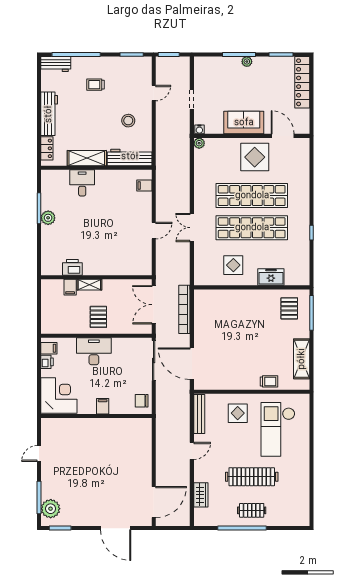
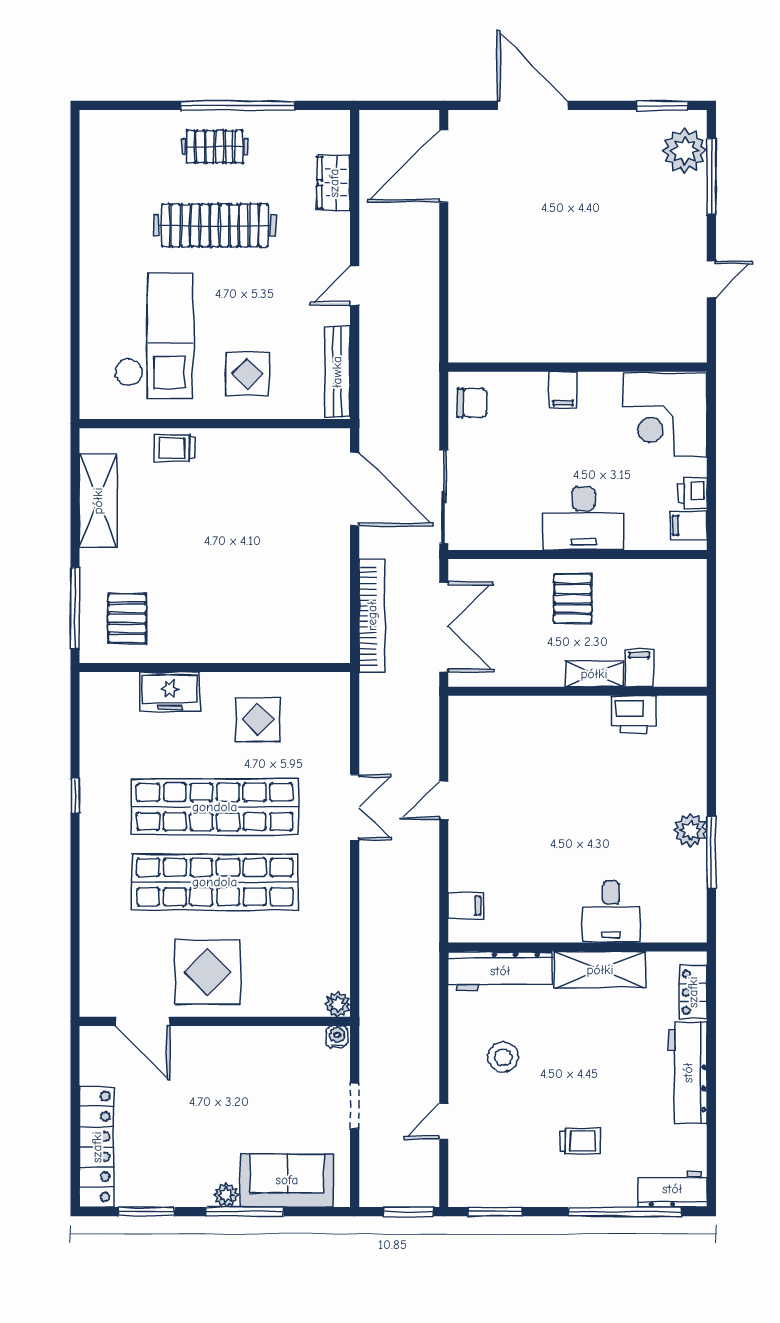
sofa: (244, 123) -> (287, 1180), moved, turned 180

